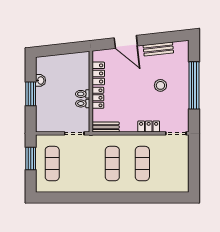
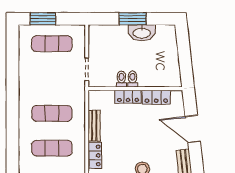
door: (126, 42) -> (193, 129), hinge flipped
washbasin: (40, 80) -> (142, 33), width x1.91, depth x1.45
bench: (106, 127) -> (94, 126), moved
window: (31, 158) -> (43, 19), moved

